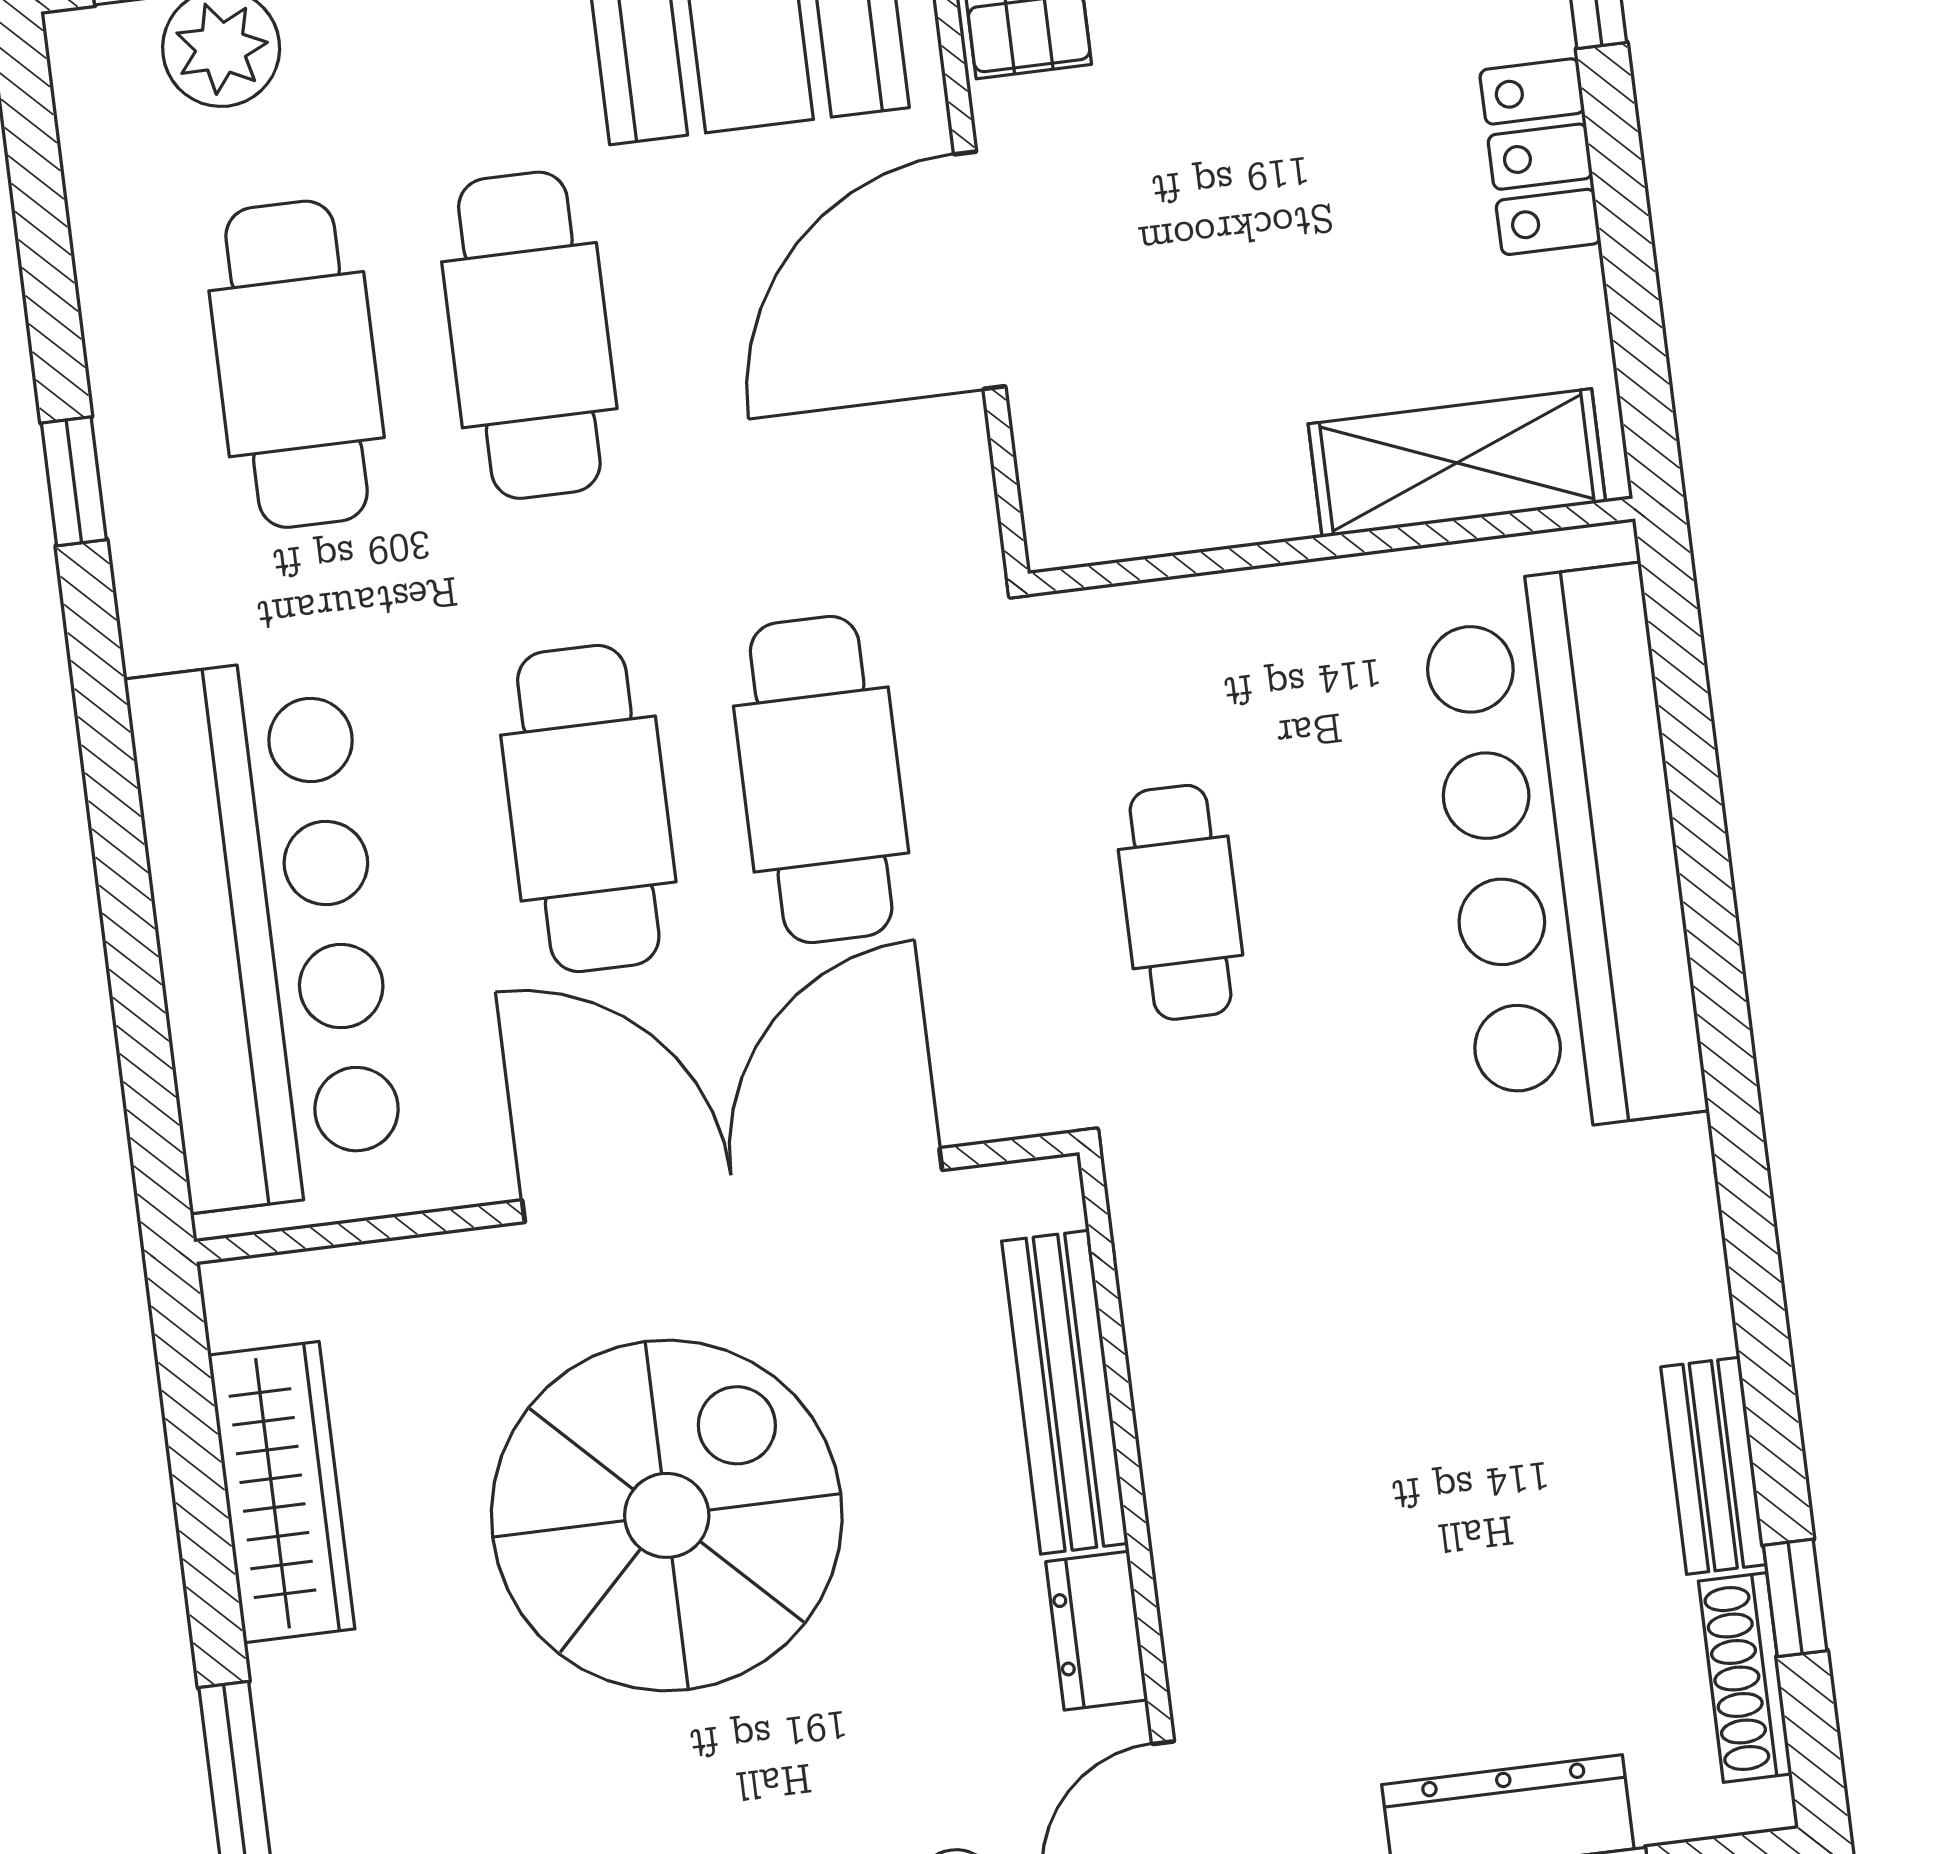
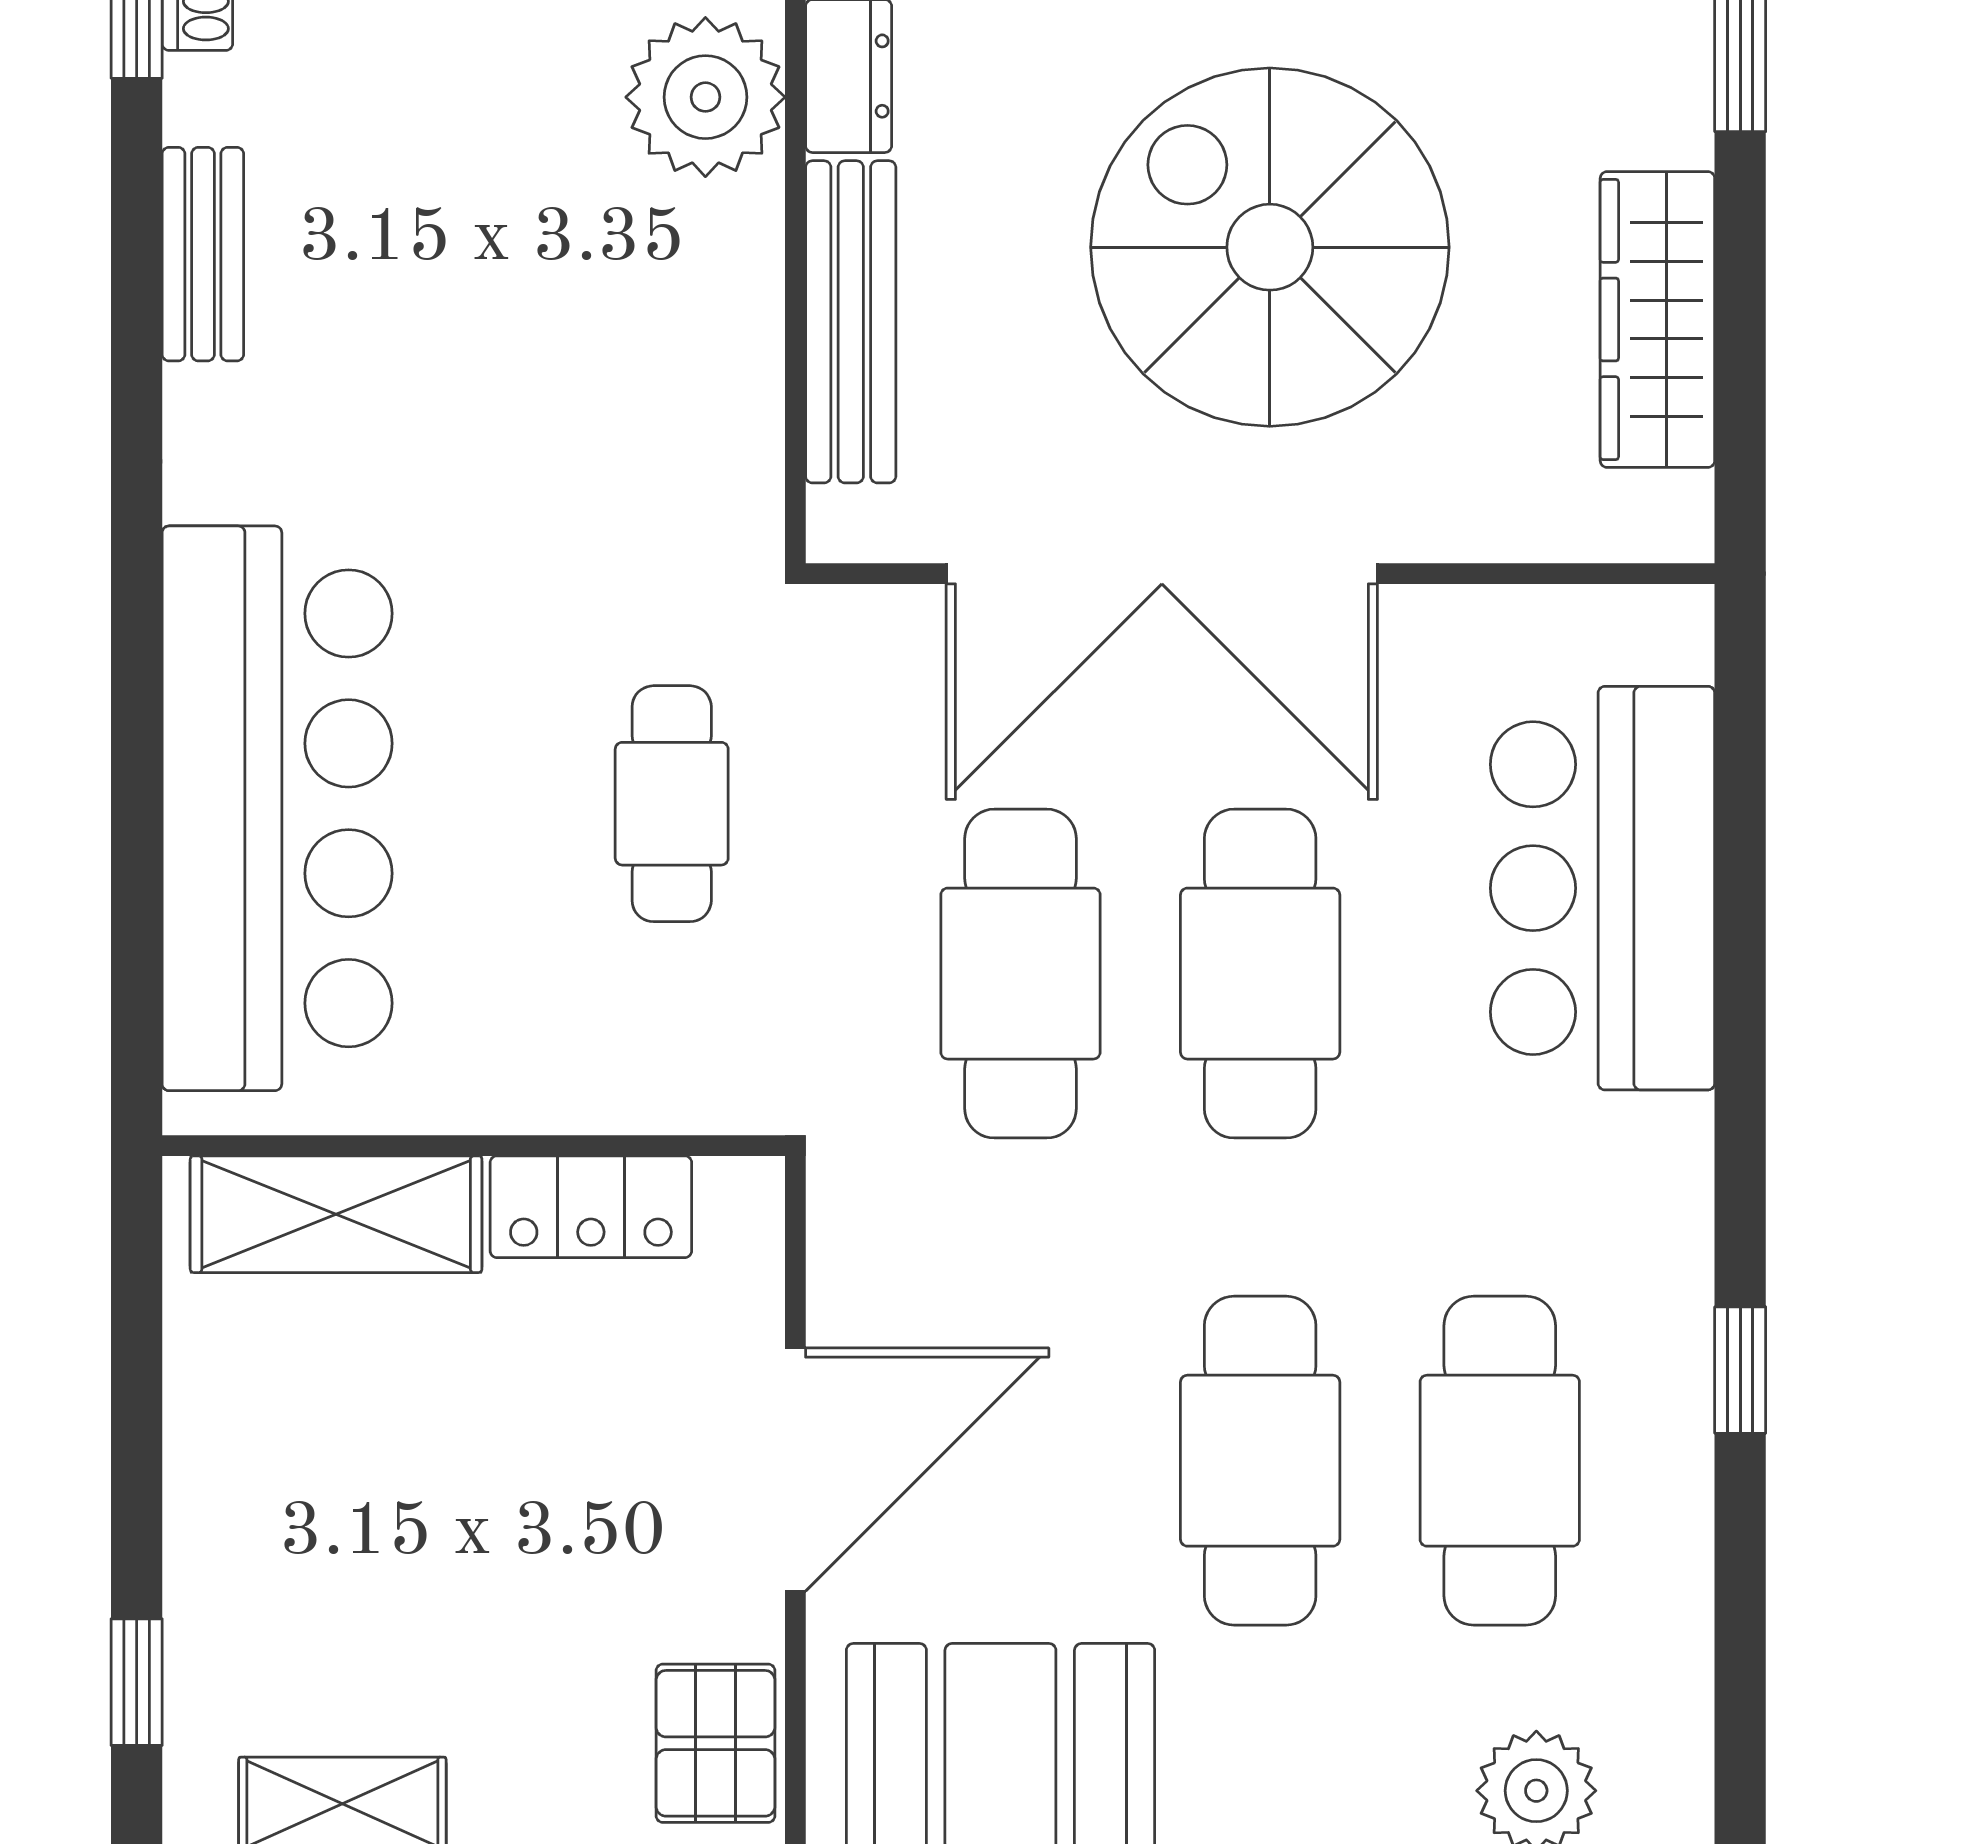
locker: (1540, 157) -> (591, 1207), moved, turned 90
bar counter: (266, 933) -> (1602, 888), width x0.73
bench: (1713, 1466) -> (203, 254), moved
spiral stairs: (667, 1515) -> (1270, 247), turned 90
plant: (1233, 1593) -> (705, 97), added

